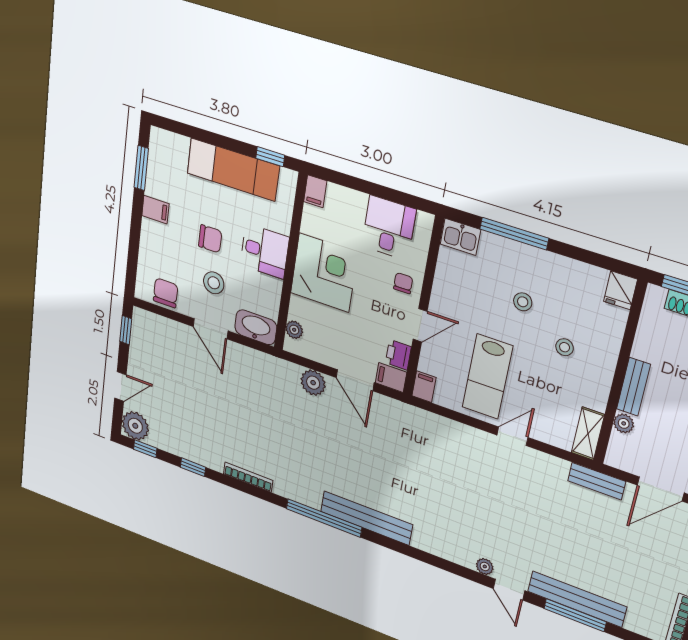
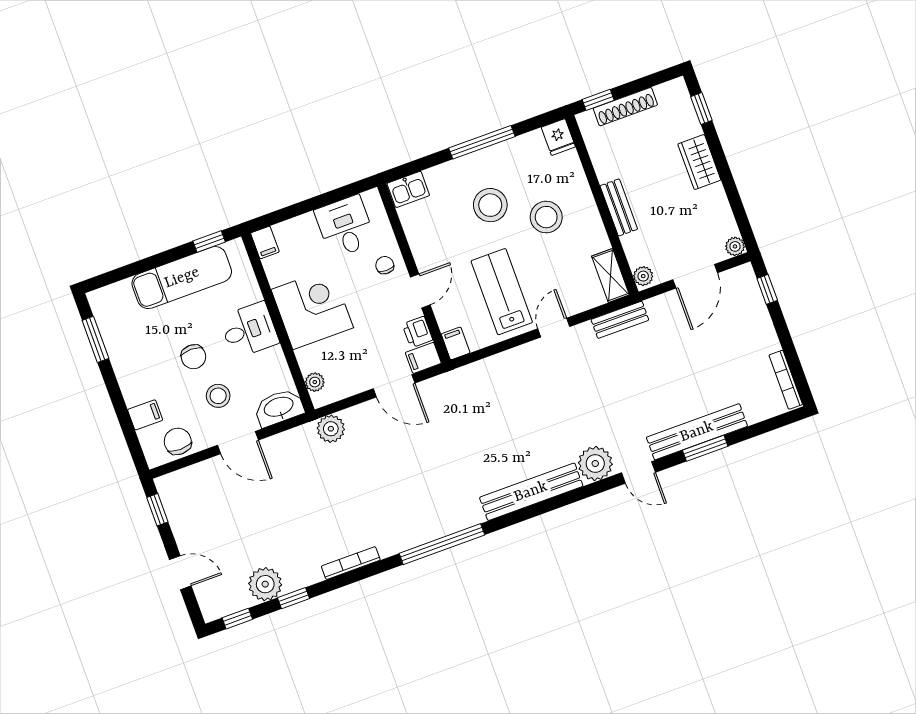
filing cabinet: (155, 210) -> (145, 415), moved
window: (514, 234) -> (482, 142), moved
chair: (210, 239) -> (193, 357), turned 90
stool: (523, 302) -> (490, 205), width x1.89, depth x1.89
stool: (565, 347) -> (546, 217), width x1.89, depth x1.89
lab bench: (487, 377) -> (502, 292), turned 180
plant: (313, 383) -> (331, 429), moved
door: (120, 386) -> (180, 573), hinge flipped
plant: (624, 423) -> (643, 276), moved
plant: (135, 426) -> (265, 584), moved
bench: (597, 481) -> (620, 320), moved
bench: (366, 518) -> (531, 492), moved
plant: (485, 566) -> (595, 464), width x1.88, depth x1.88
window: (575, 615) -> (705, 448), width x0.69

